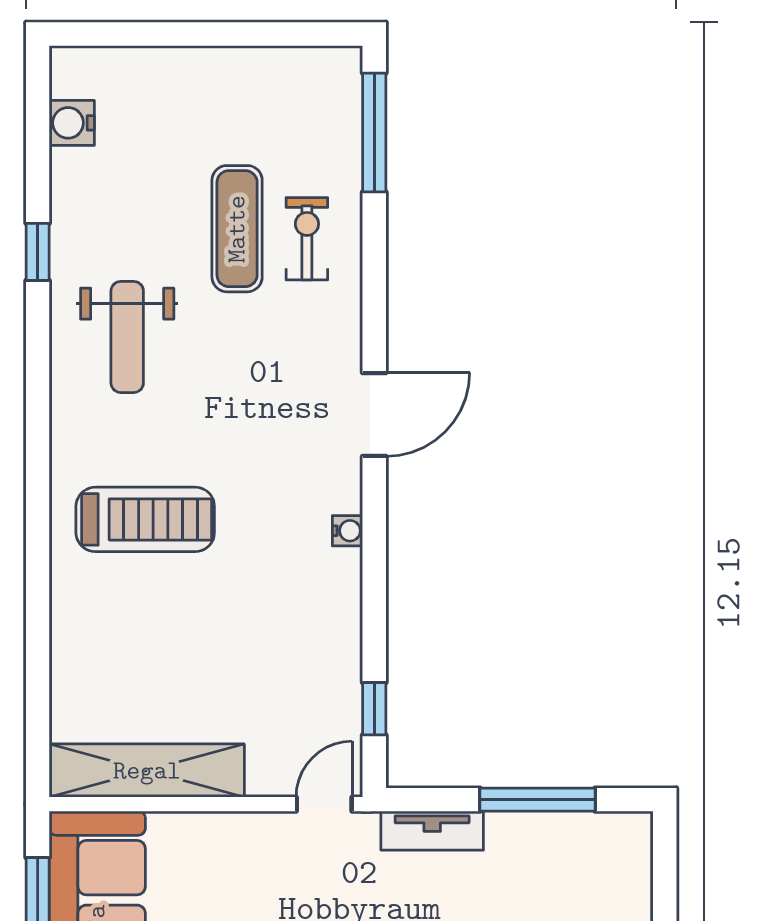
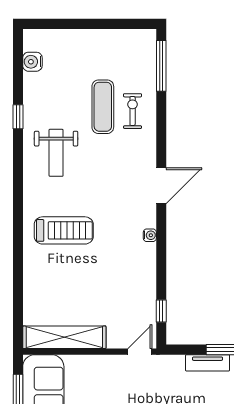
tv unit: (432, 831) -> (208, 363), moved

